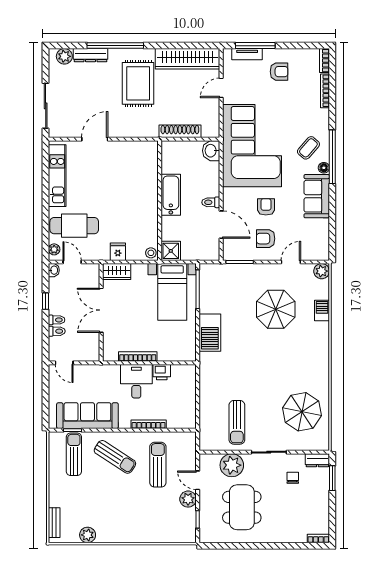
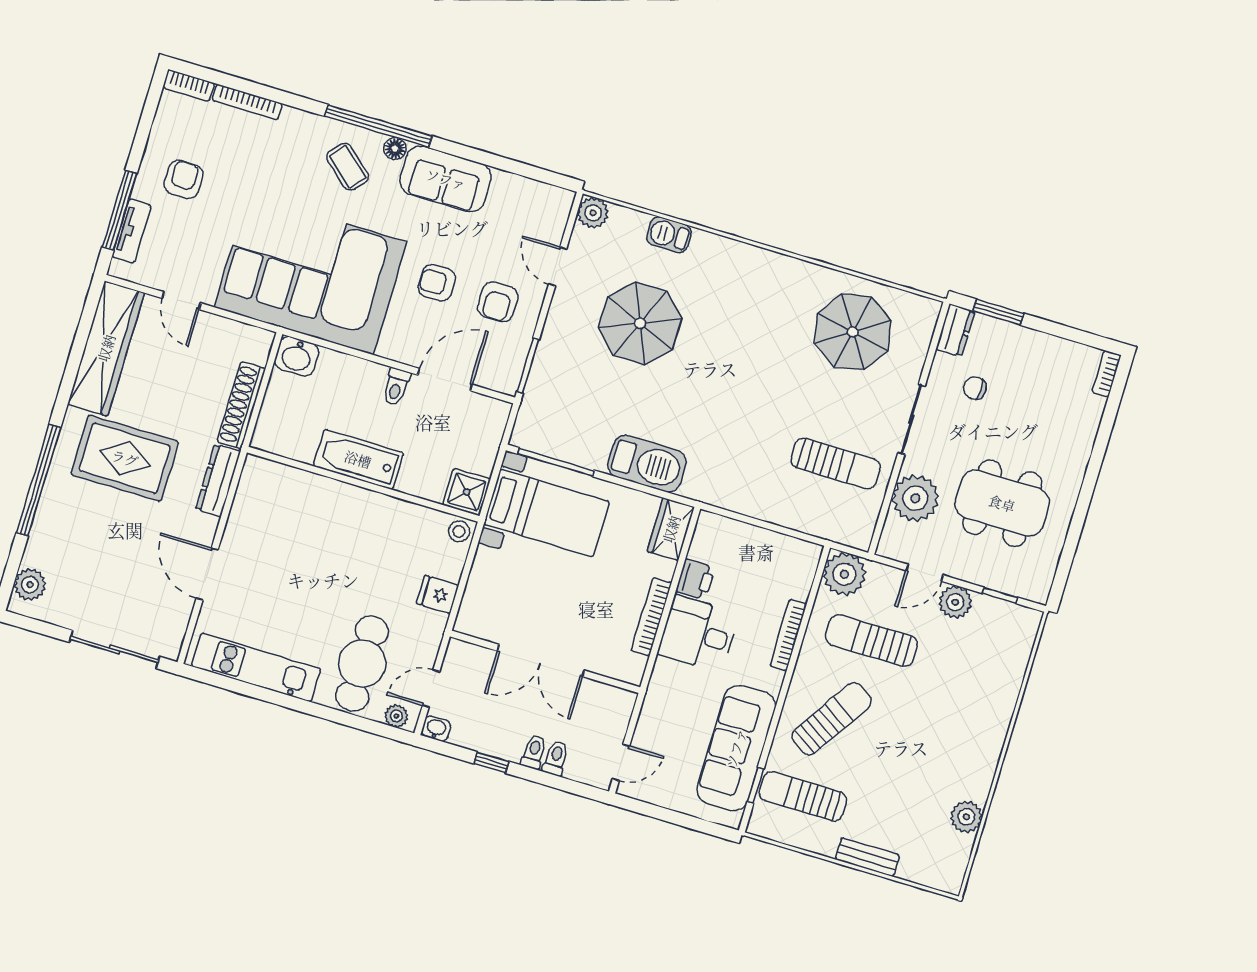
dresser: (90, 55) -> (218, 480), moved, turned 180
wardrobe: (117, 272) -> (671, 529), moved, turned 180
plant: (186, 442) -> (844, 574), added
bench: (54, 523) -> (867, 857), moved

